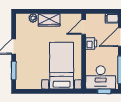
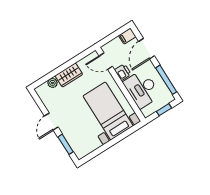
door: (84, 27) -> (106, 61), hinge flipped
desk: (101, 77) -> (142, 89), moved, turned 90

